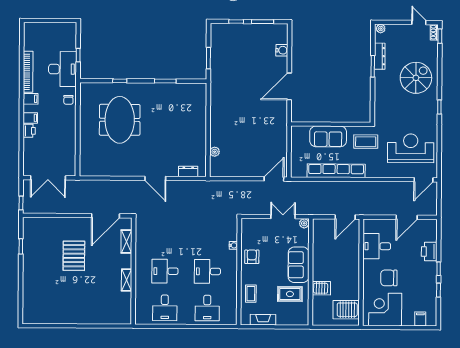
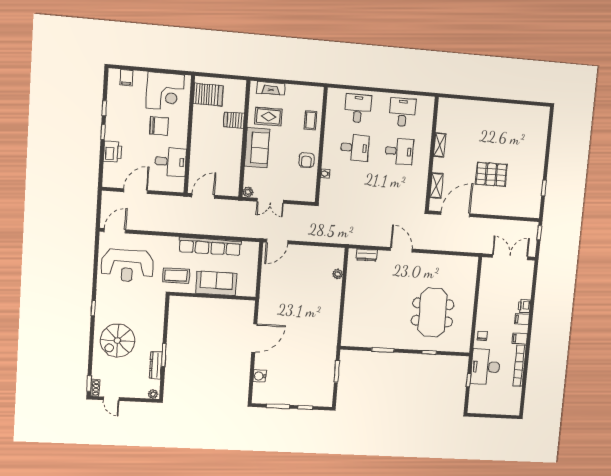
pallet: (74, 256) -> (491, 174), turned 90
fireplace: (263, 320) -> (271, 88), moved

